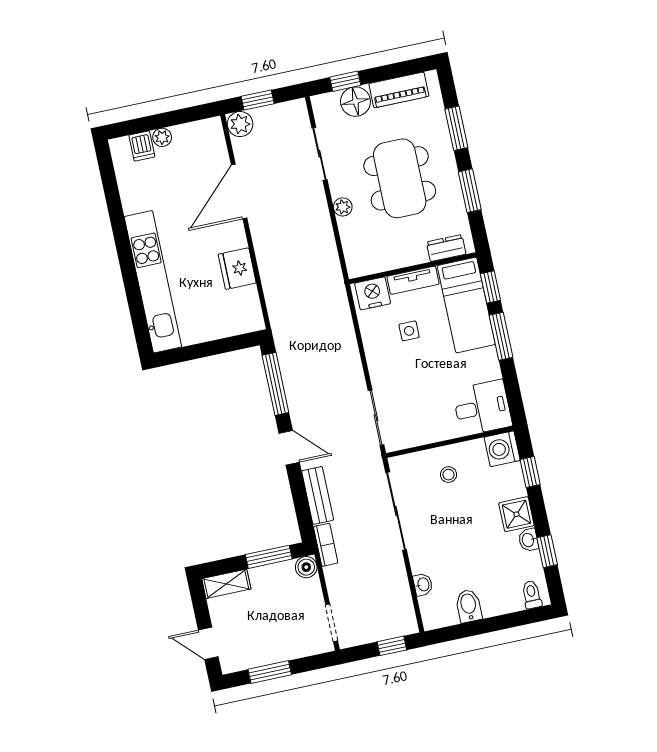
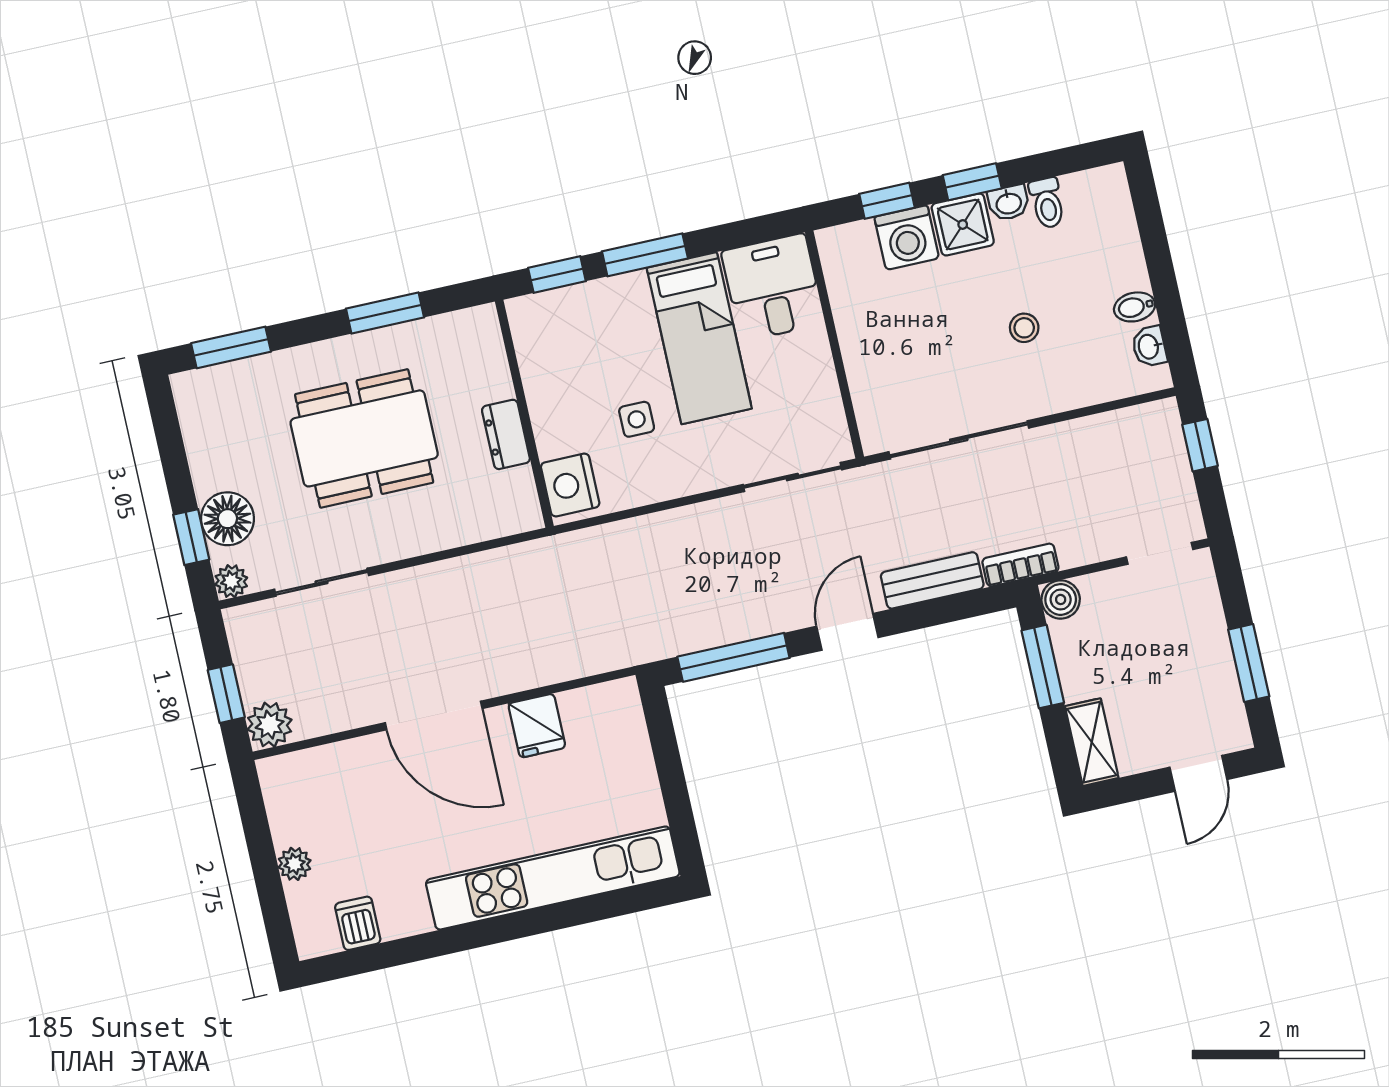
piano: (399, 90) -> (206, 441), removed
window: (456, 128) -> (231, 347), moved
dishwasher: (142, 146) -> (358, 923), moved, turned -90
door: (239, 192) -> (434, 716), moved
plant: (343, 207) -> (231, 581), moved
dresser: (446, 248) -> (506, 434), moved
fridge: (237, 269) -> (537, 726), width x0.72
tv unit: (413, 280) -> (546, 413), removed
bed: (466, 305) -> (699, 338), moved, turned 90
washing machine: (502, 449) -> (907, 238), moved
stool: (449, 475) -> (1024, 328), moved
window: (547, 551) -> (972, 182), moved
washbasin: (423, 585) -> (1149, 347), moved, turned -90
toilet: (532, 595) -> (1047, 203), moved, turned -90
bidet: (469, 606) -> (1135, 307), width x0.72, depth x0.74

